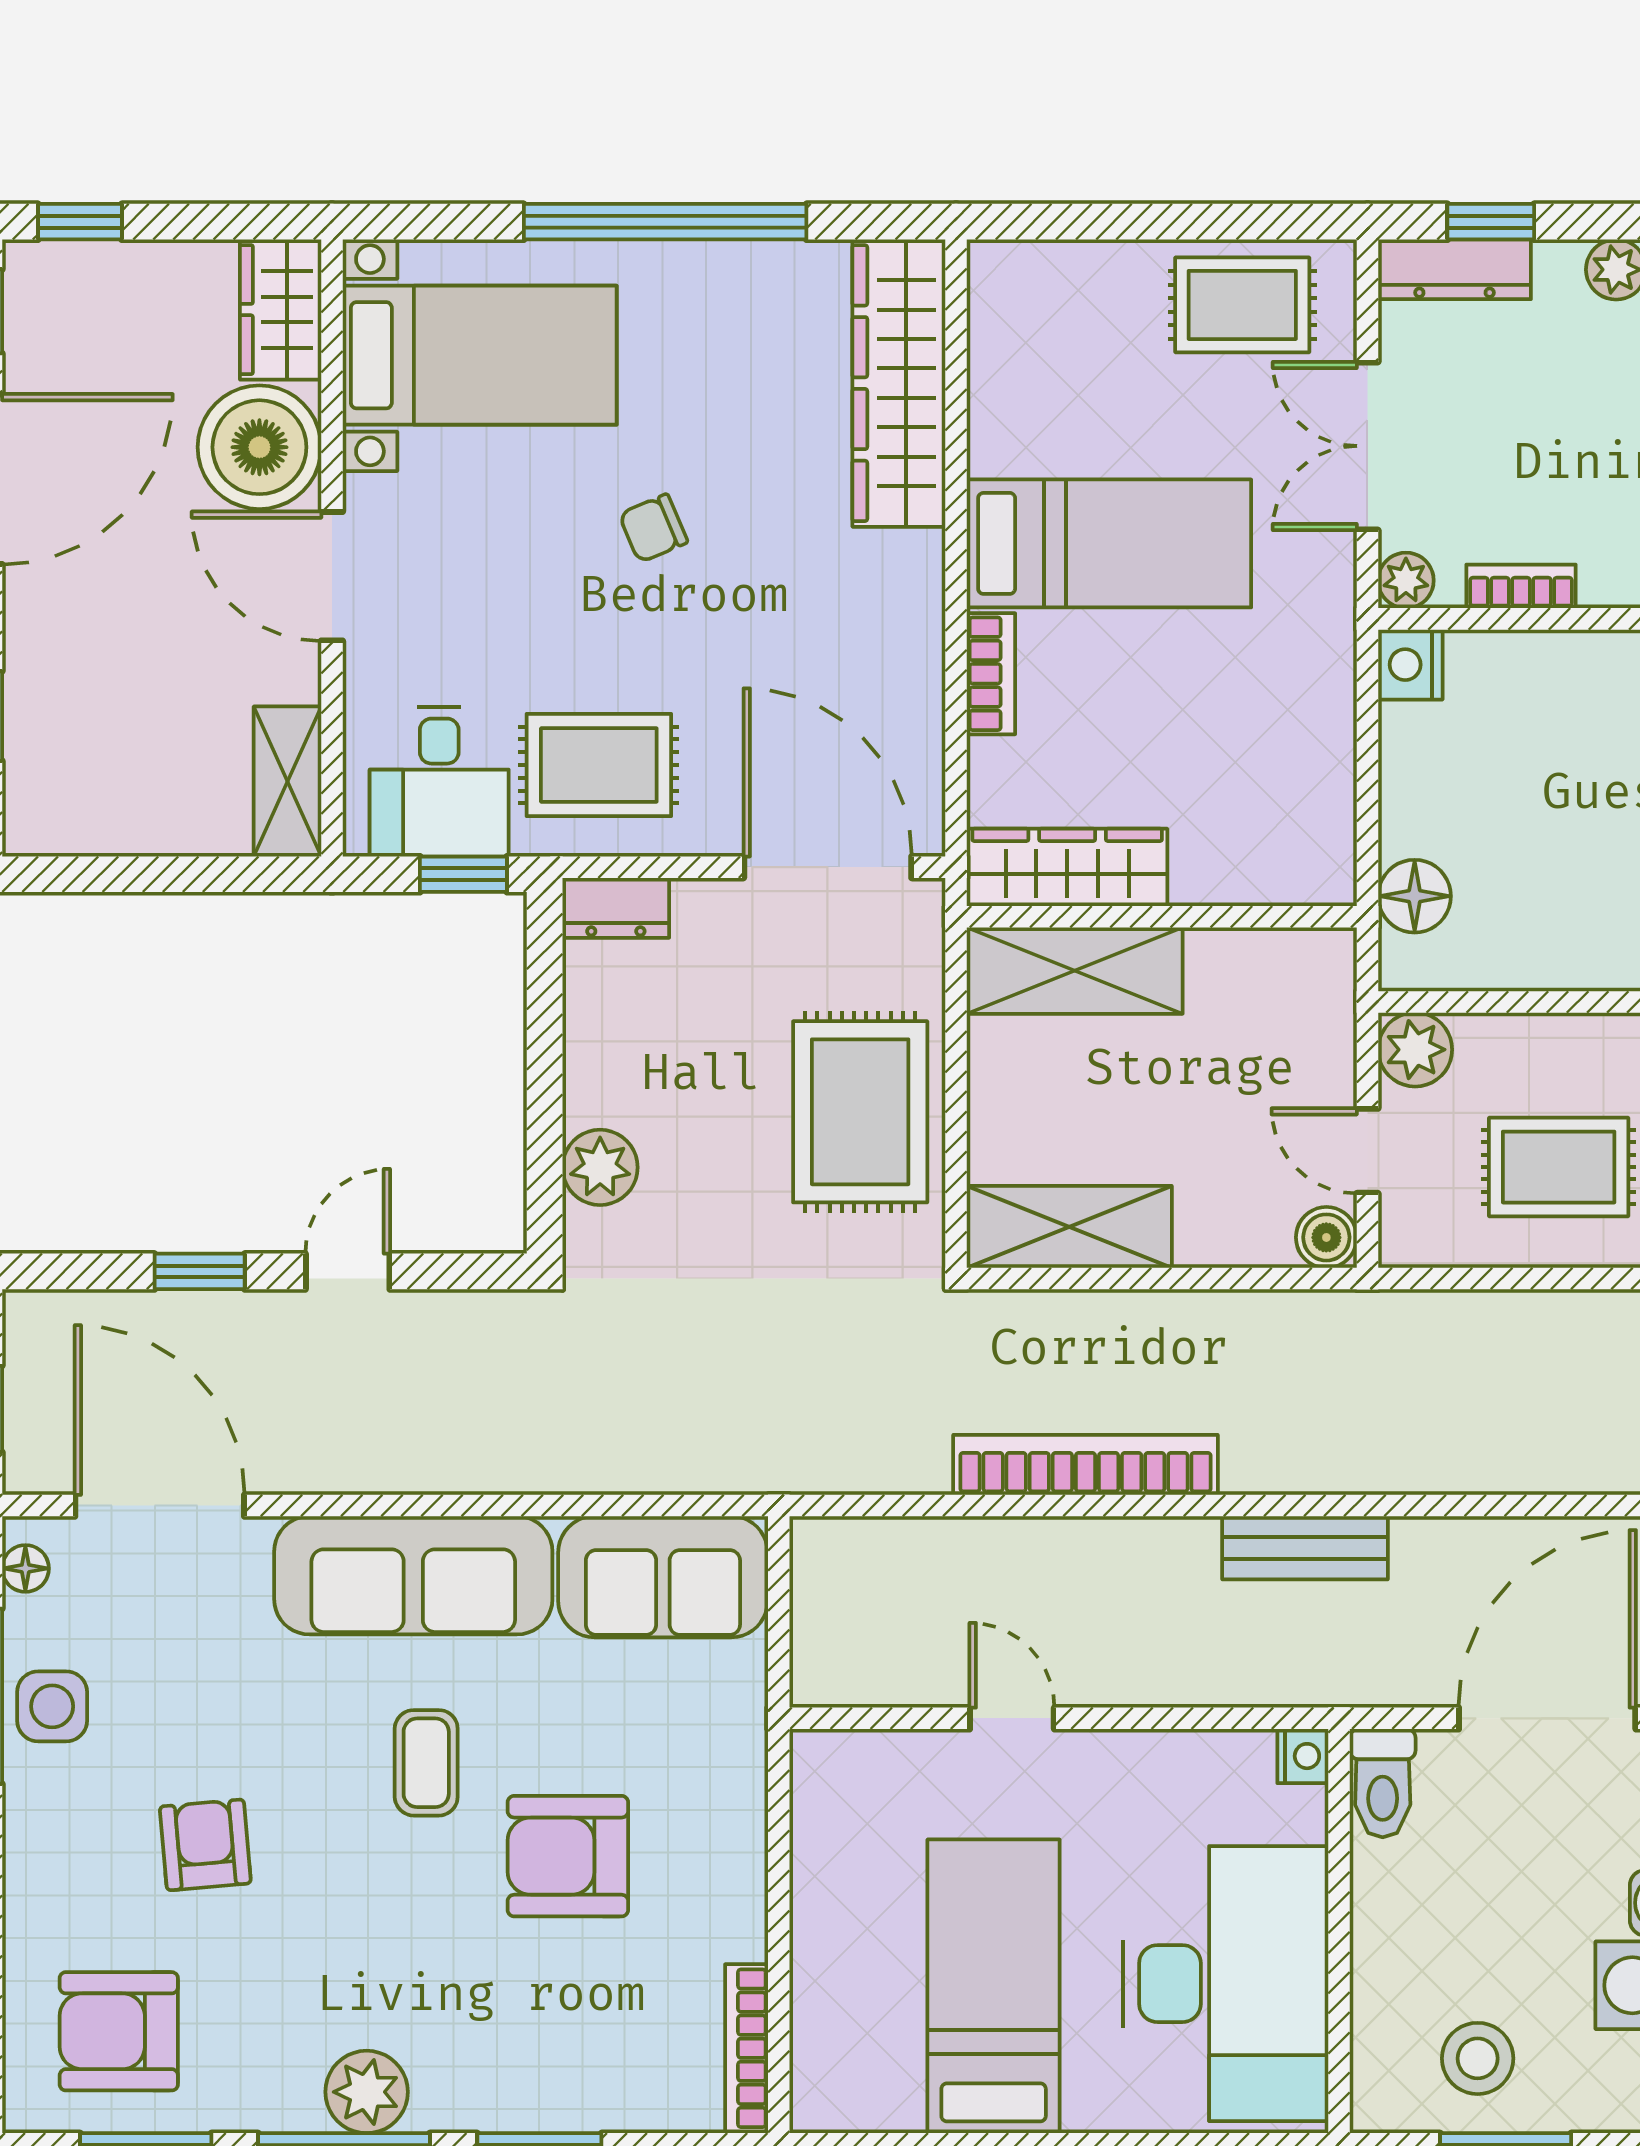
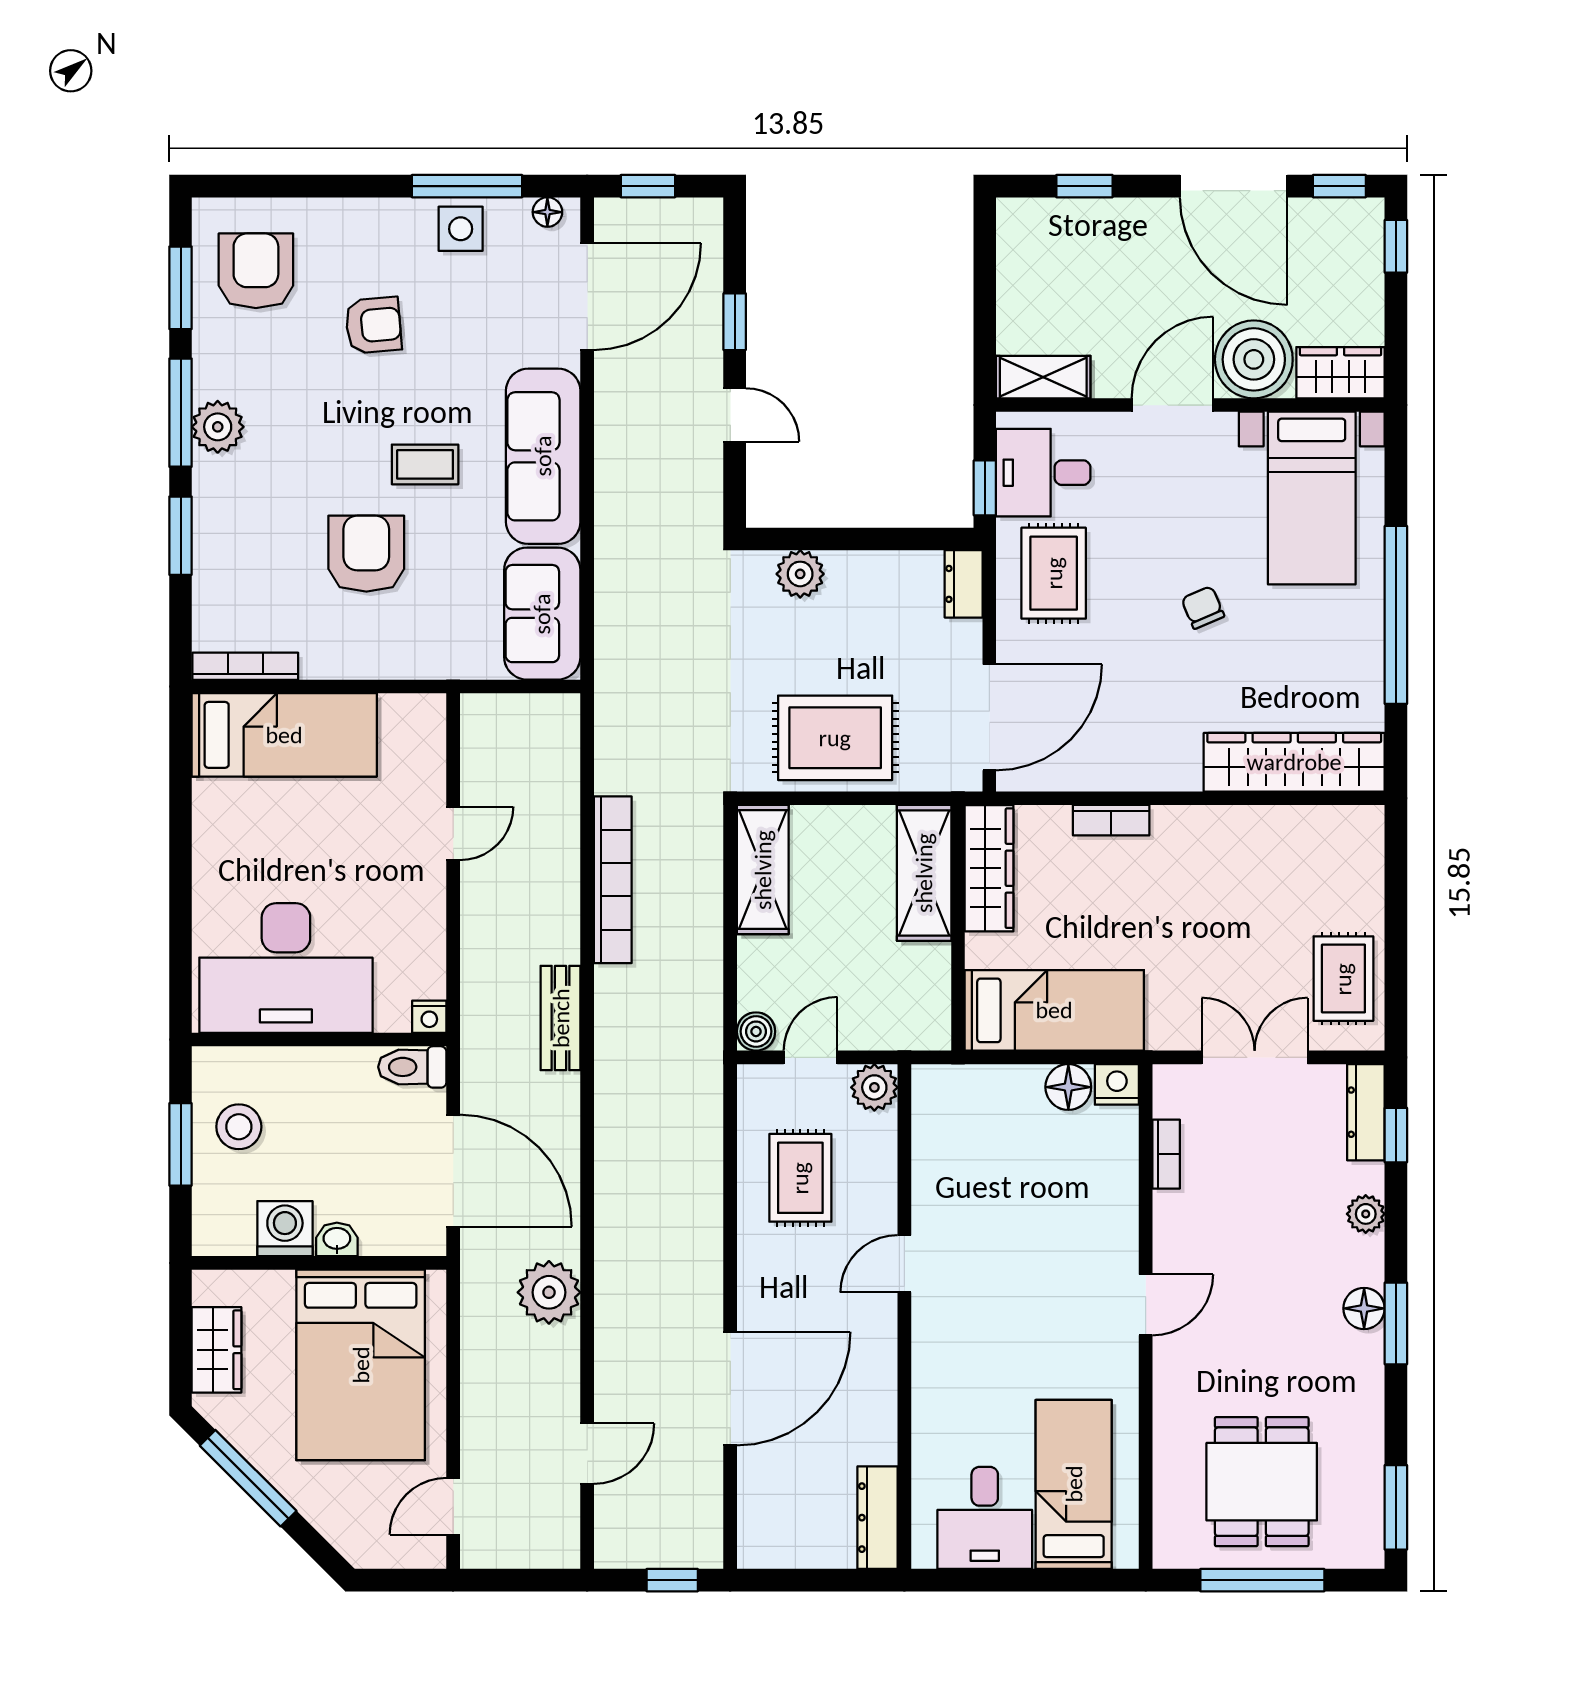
bed: (1109, 543) -> (1054, 1010), moved, turned -90
plant: (1406, 580) -> (1170, 1082), removed
floor lamp: (1415, 896) -> (1068, 1087), moved
bed: (994, 1986) -> (284, 735), moved

